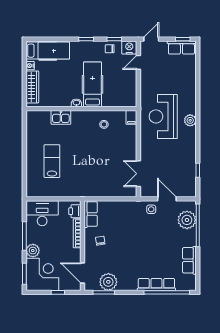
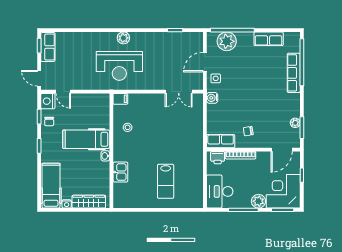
lab bench: (52, 161) -> (166, 181), turned -90
water cooler: (132, 206) -> (212, 98), added
plant: (108, 282) -> (295, 123), width x0.53, depth x0.53

